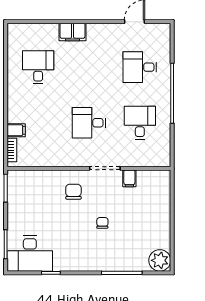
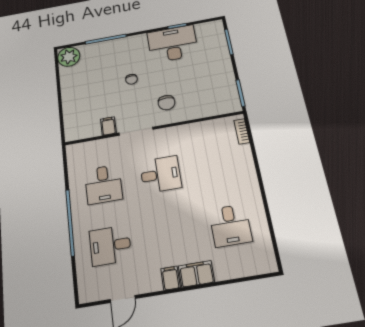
desk: (140, 67) -> (110, 246), turned 180
filing cabinet: (16, 130) -> (171, 278), moved, turned 90
desk: (30, 253) -> (173, 44), moved

